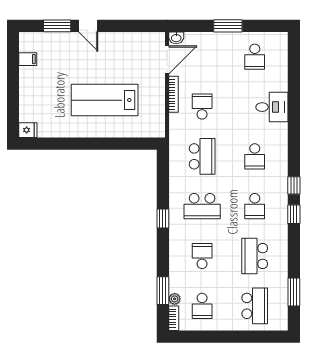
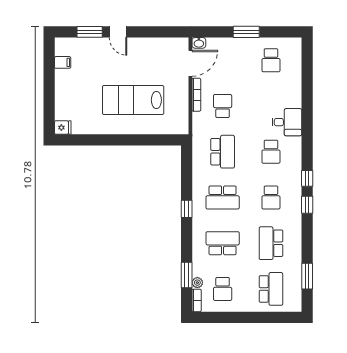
desk: (272, 107) -> (287, 122), moved
school desk: (202, 256) -> (223, 243), width x1.85

